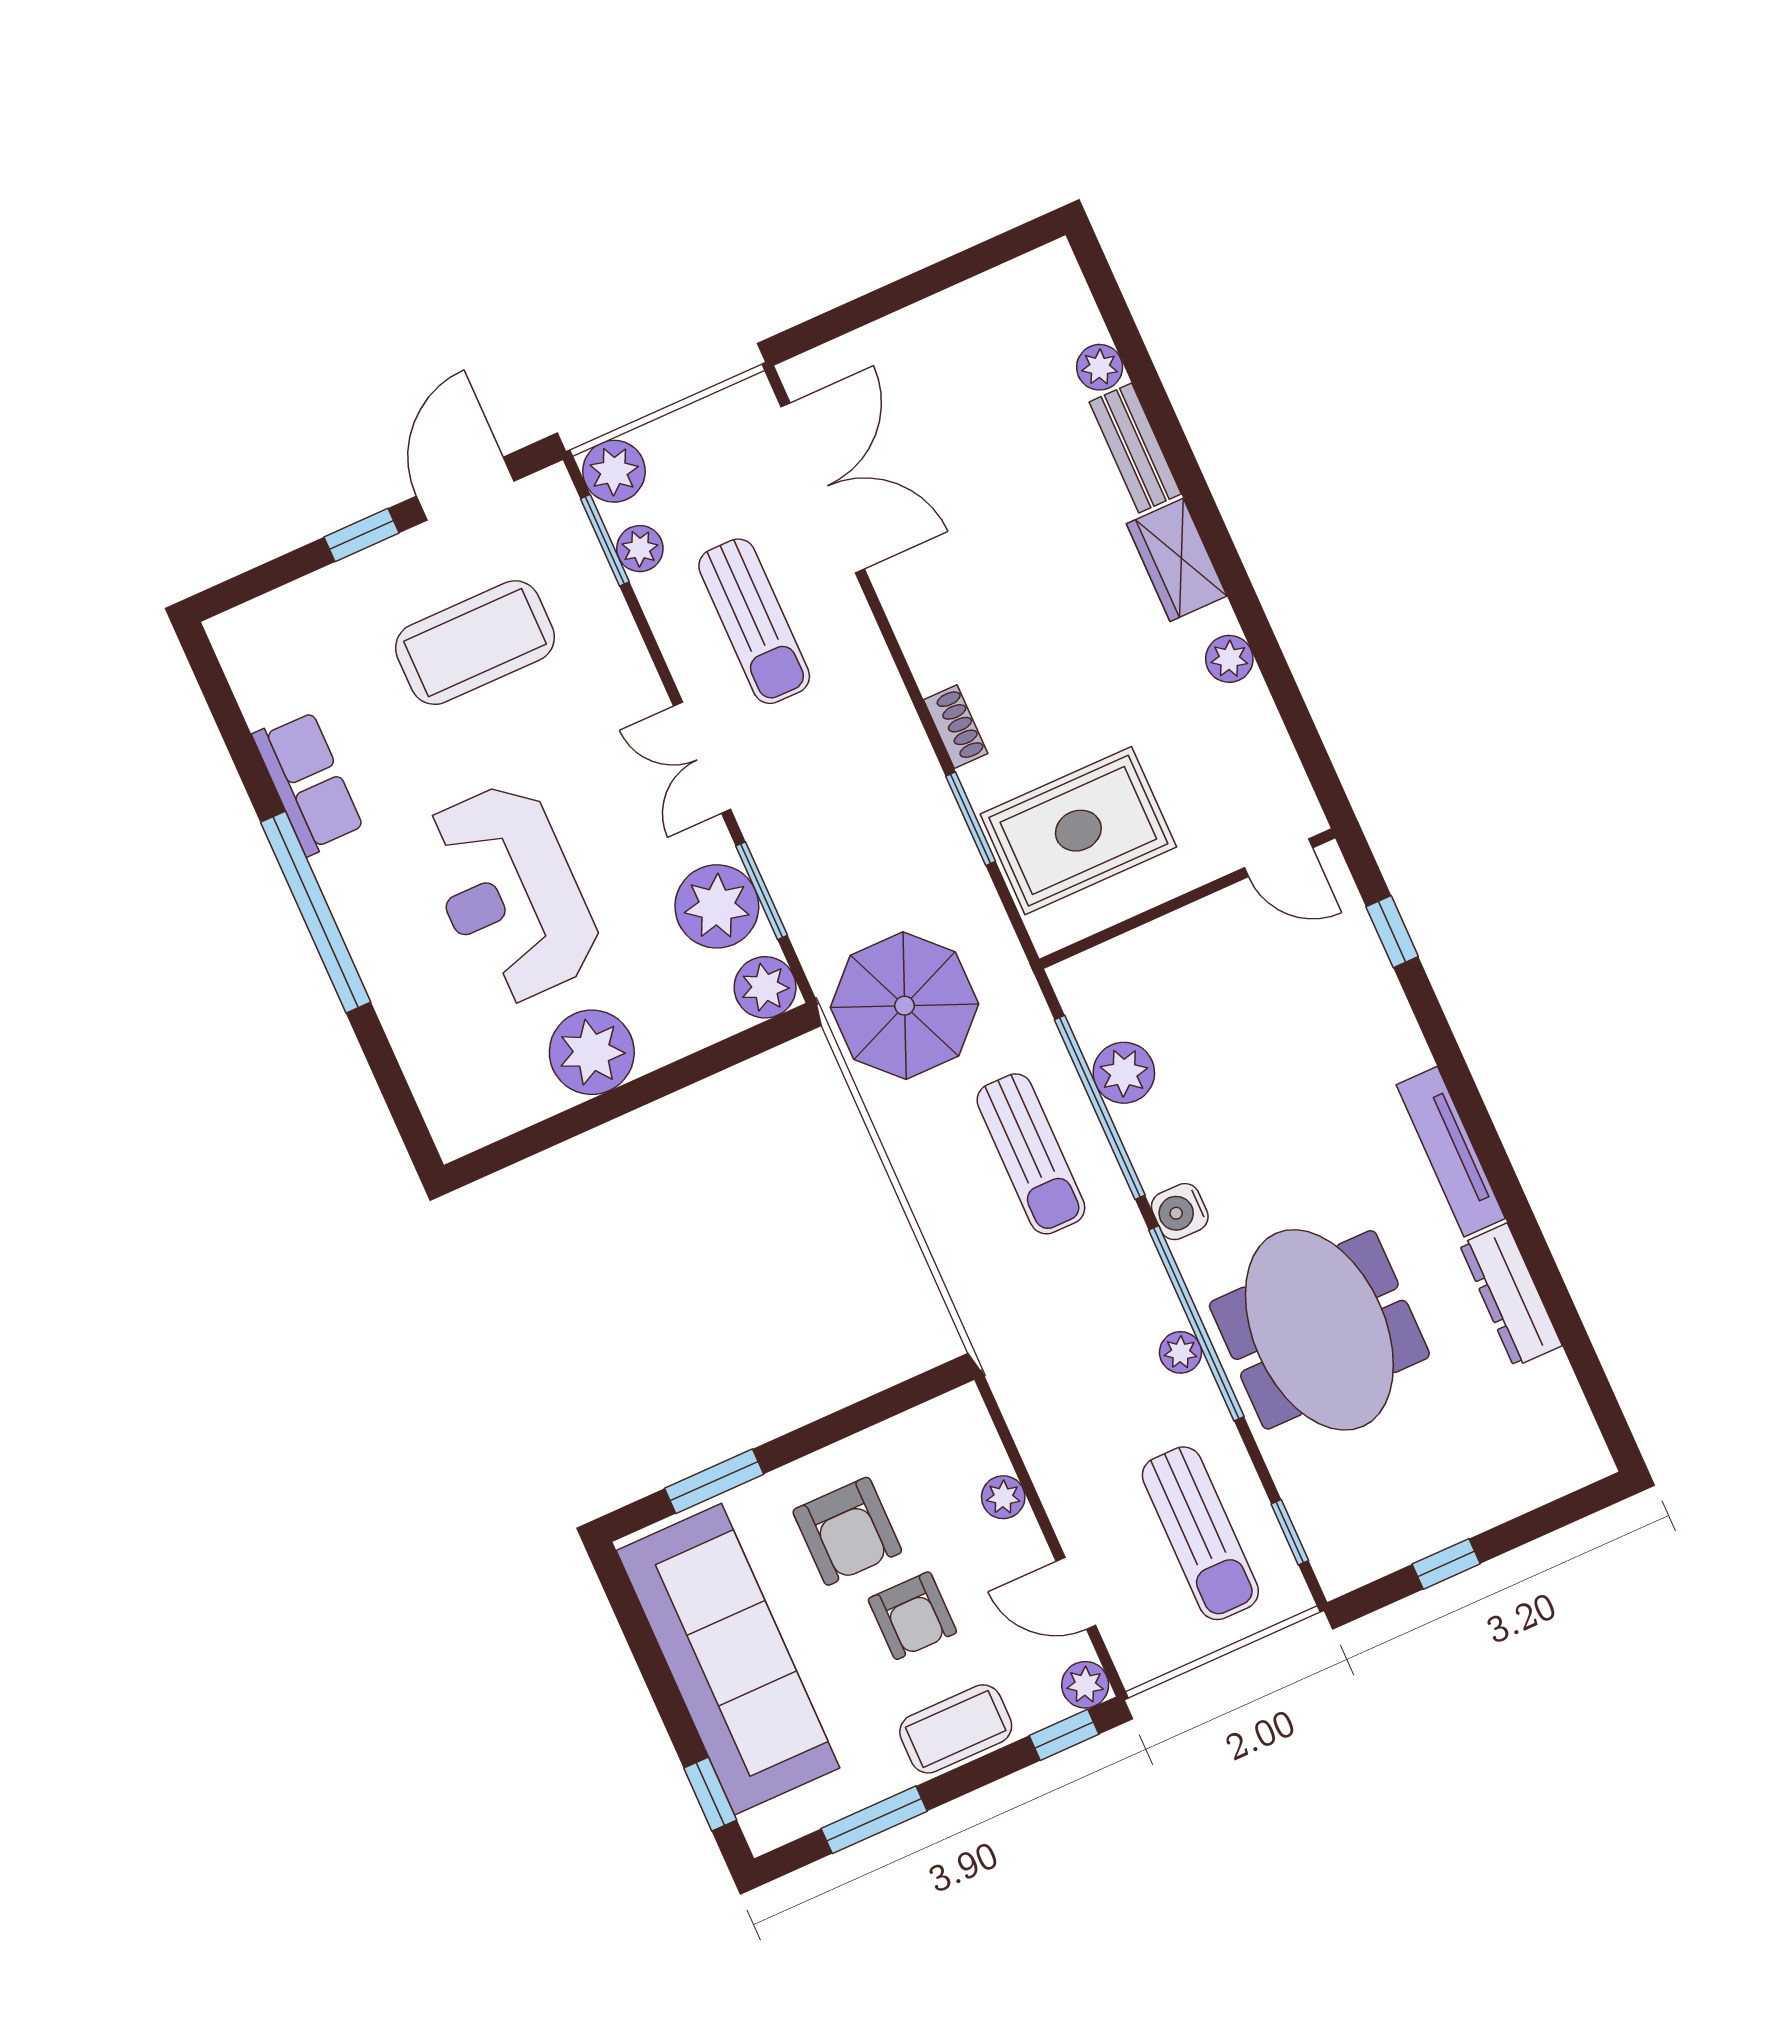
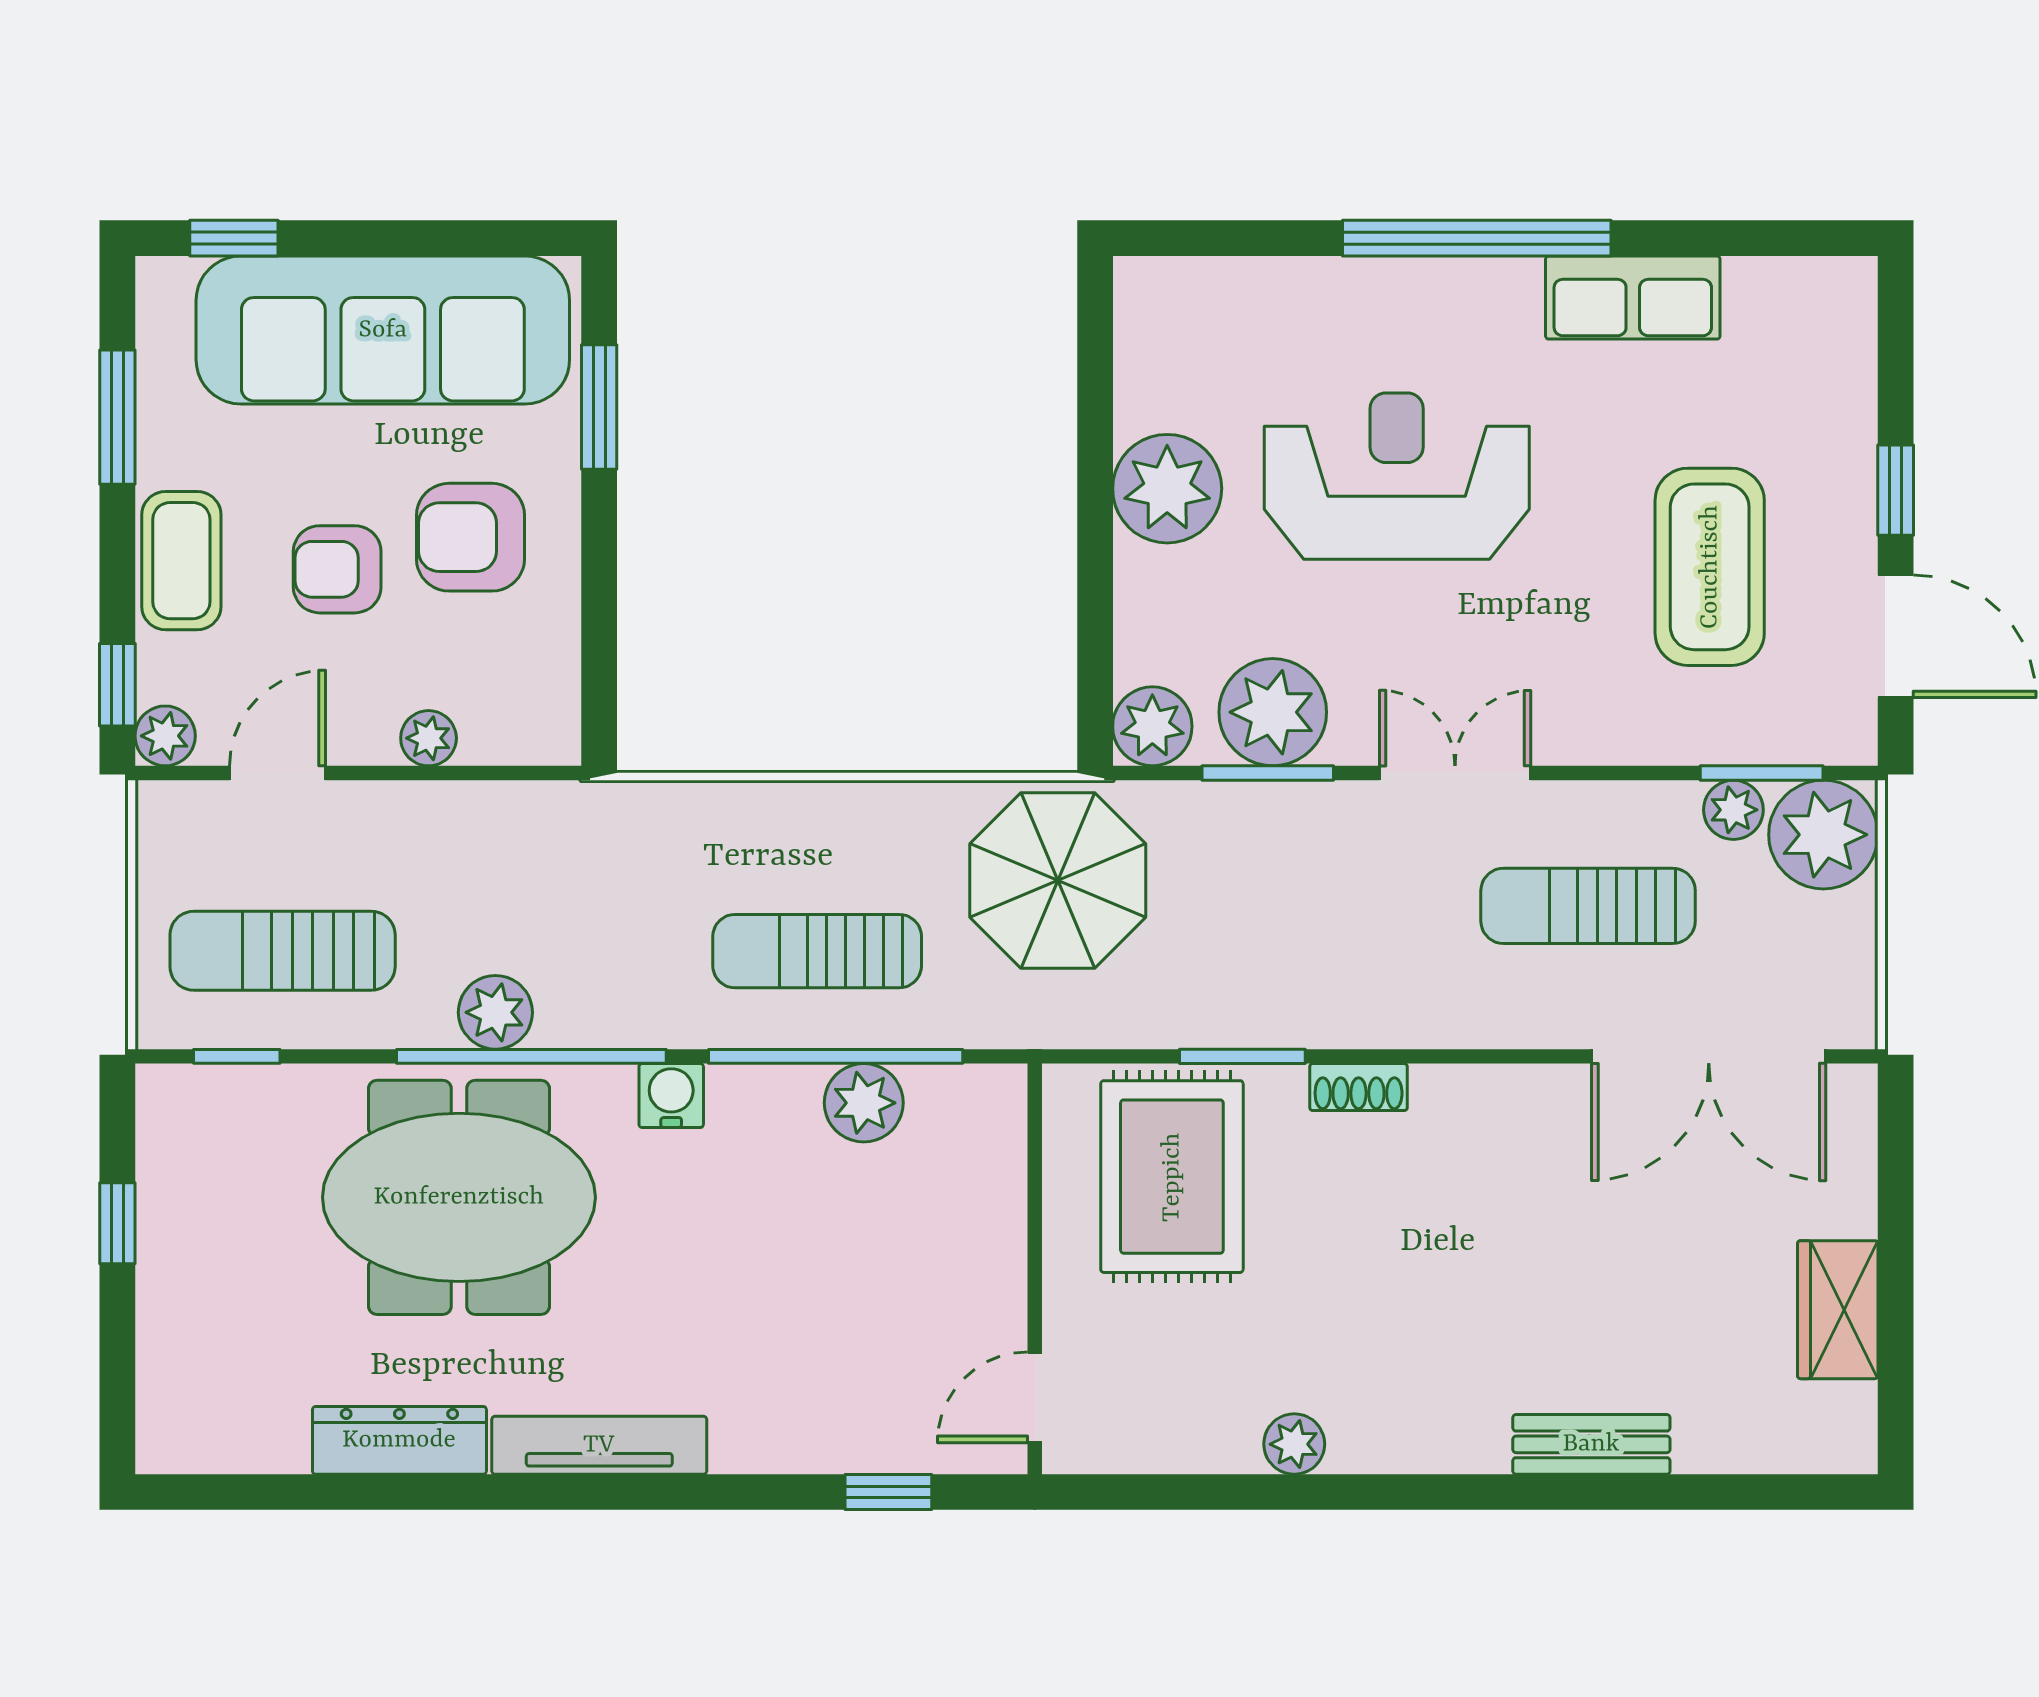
plant: (1100, 367) -> (1705, 1445), removed
plant: (614, 471) -> (1823, 835), width x1.36, depth x1.36
wardrobe: (1177, 560) -> (1838, 1310), moved, turned -90
plant: (1180, 1352) -> (495, 1012), width x1.38, depth x1.38

